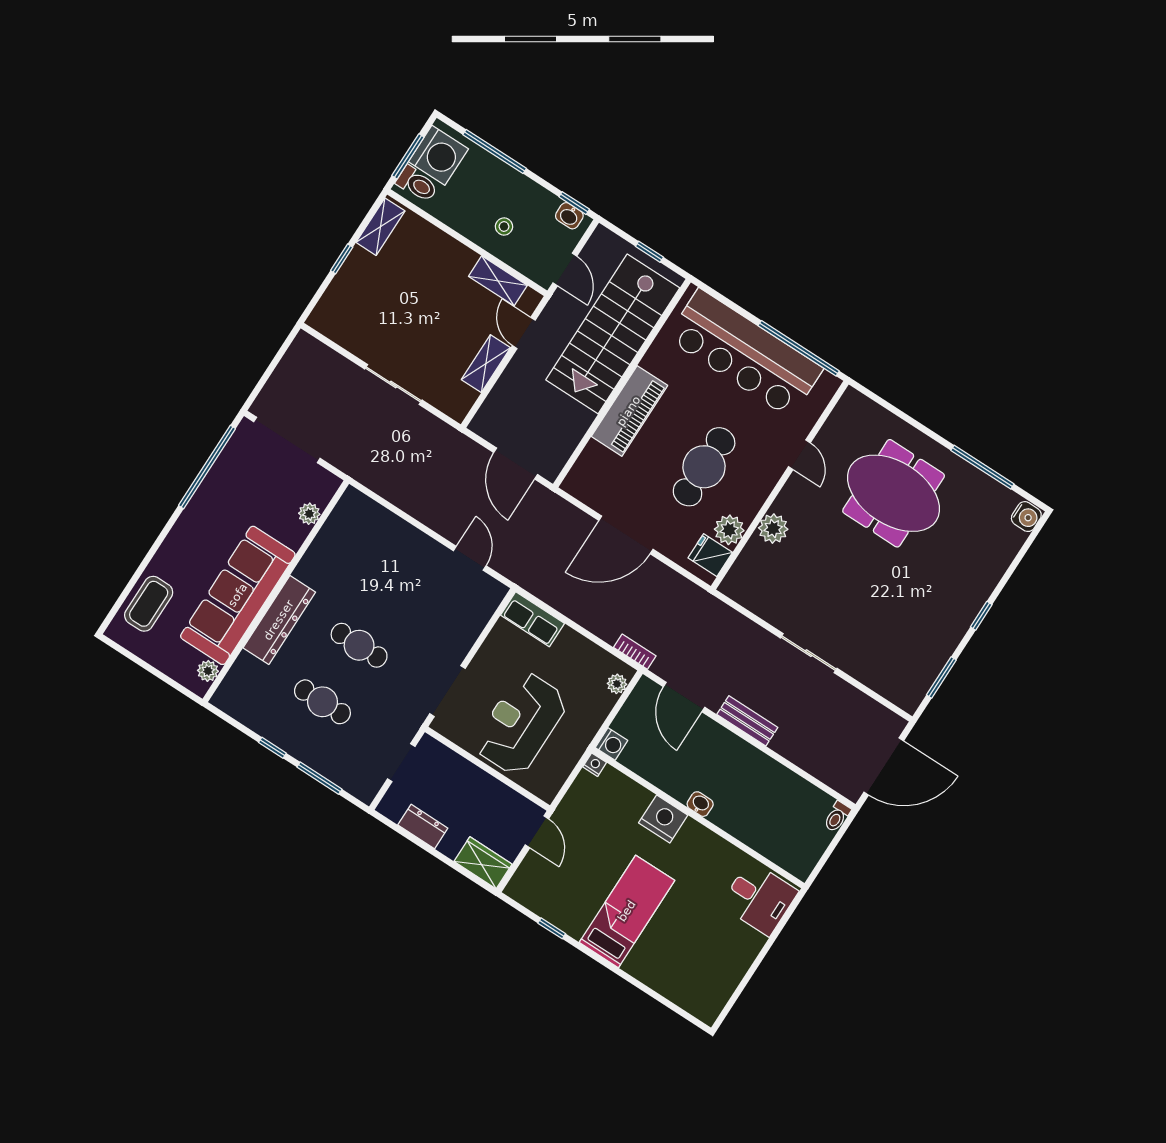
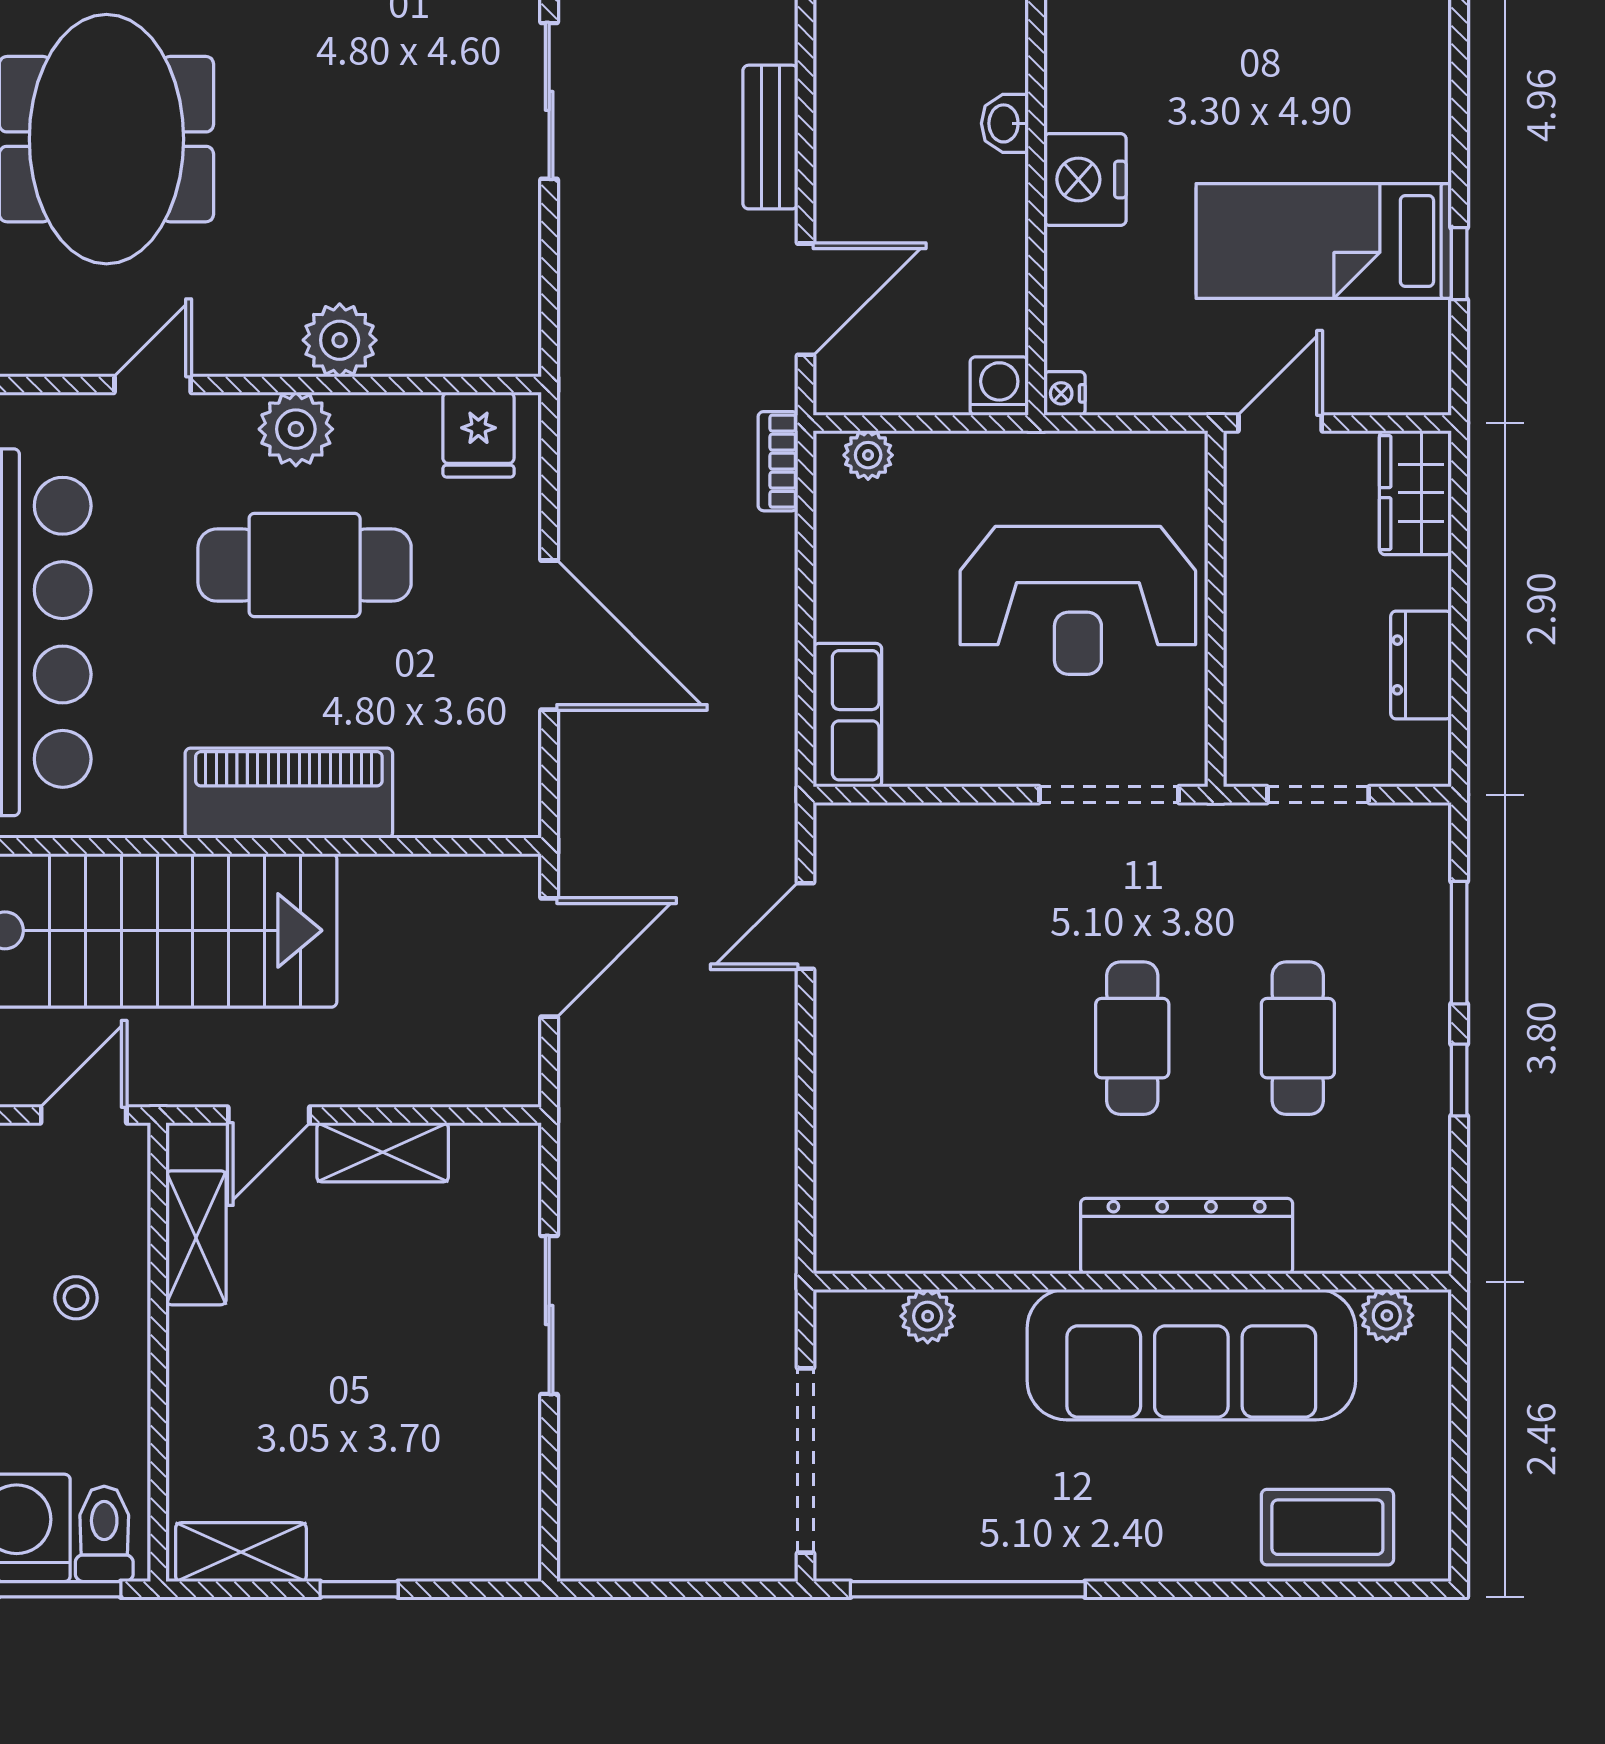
plant: (729, 530) -> (296, 429), moved
bed: (627, 911) -> (1324, 241), moved

